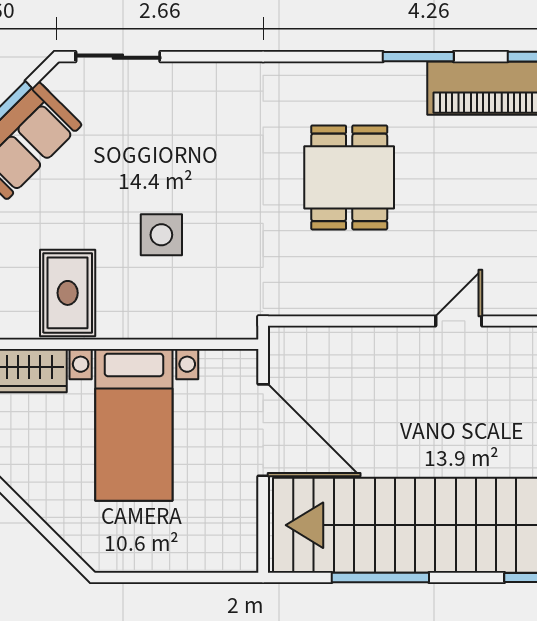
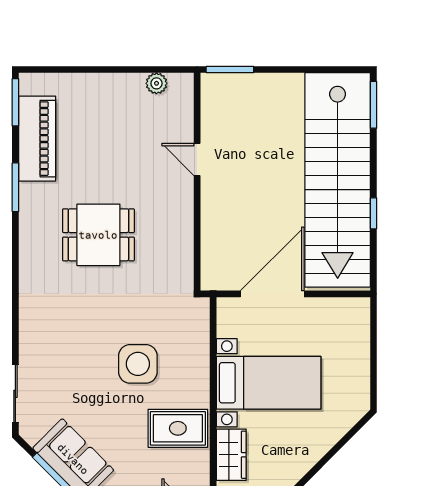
side table: (161, 235) -> (138, 364), width x1.37, depth x1.37
window: (380, 578) -> (373, 213), width x0.46

